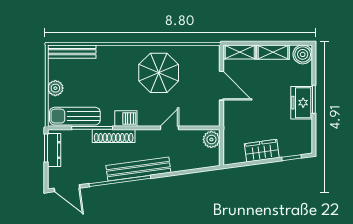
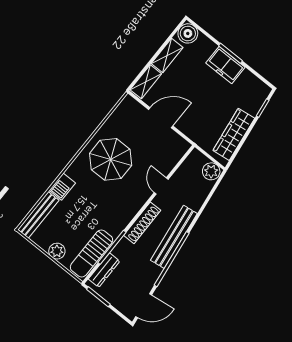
barbecue: (126, 119) -> (62, 187), moved, turned 180
shoe rack: (114, 136) -> (142, 223), moved
plant: (211, 139) -> (211, 171), moved
dresser: (54, 150) -> (104, 270), moved, turned 90
wardrobe: (262, 151) -> (234, 134), width x1.50

